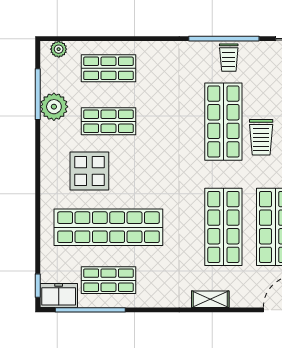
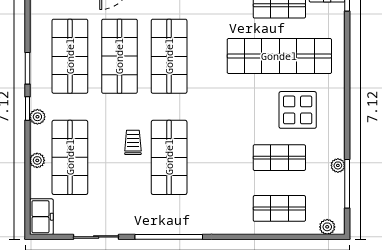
trolley: (229, 58) -> (164, 219), removed
plant: (54, 107) -> (338, 165), width x0.53, depth x0.53
trolley: (261, 137) -> (133, 142), width x0.73, depth x0.72

